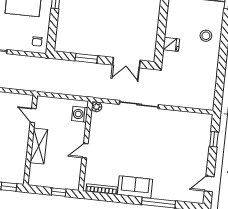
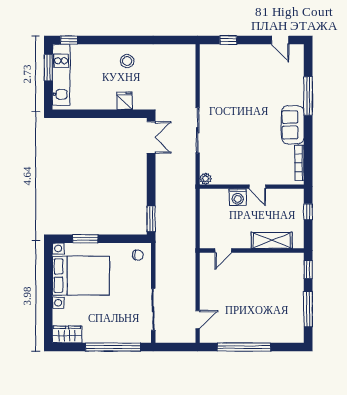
stool: (206, 36) -> (127, 61), moved
window: (86, 58) -> (151, 219), moved
double door: (126, 63) -> (151, 137), moved
washing machine: (80, 114) -> (238, 197), moved
shelving: (39, 146) -> (272, 240), moved

